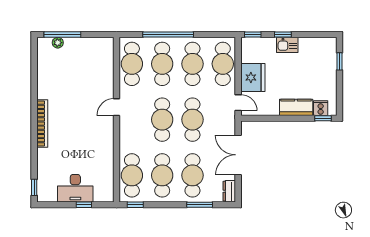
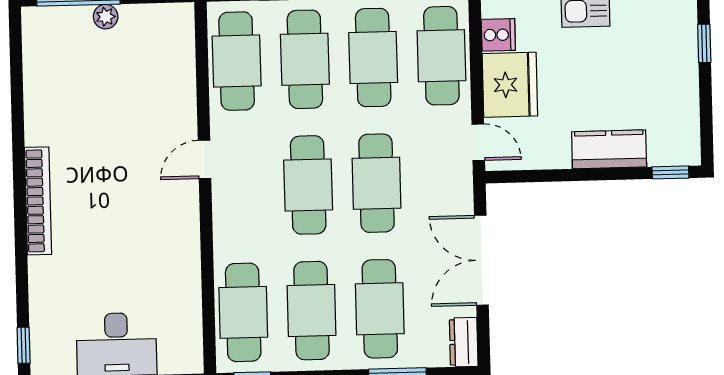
plant: (58, 43) -> (106, 17), moved
cooker: (321, 108) -> (498, 35), moved, turned 90

